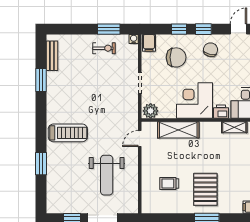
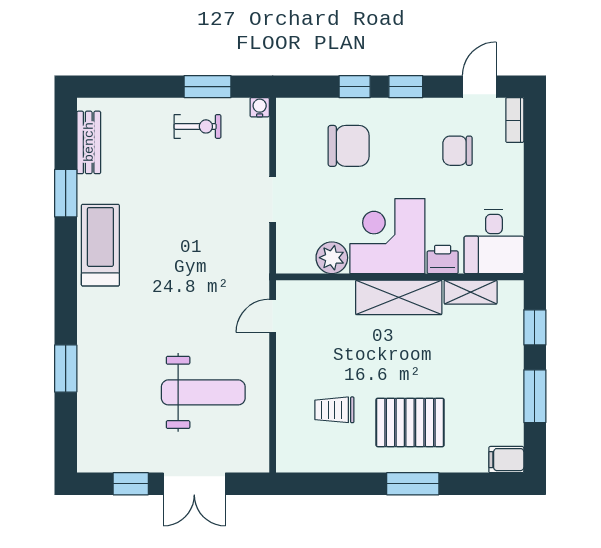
filing cabinet: (149, 43) -> (292, 115), removed
chair: (210, 50) -> (457, 151), moved, turned -104
plant: (151, 111) -> (332, 258), moved
shelving: (178, 130) -> (399, 297), moved
treadmill: (68, 133) -> (100, 245), moved, turned -90
weight bench: (107, 175) -> (203, 392), turned -90
pallet: (205, 189) -> (410, 422), turned 90

